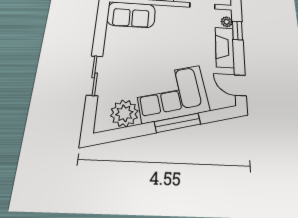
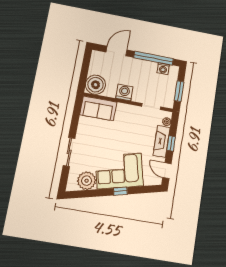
window: (237, 31) -> (171, 144), moved
window: (177, 123) -> (120, 191), width x0.46

